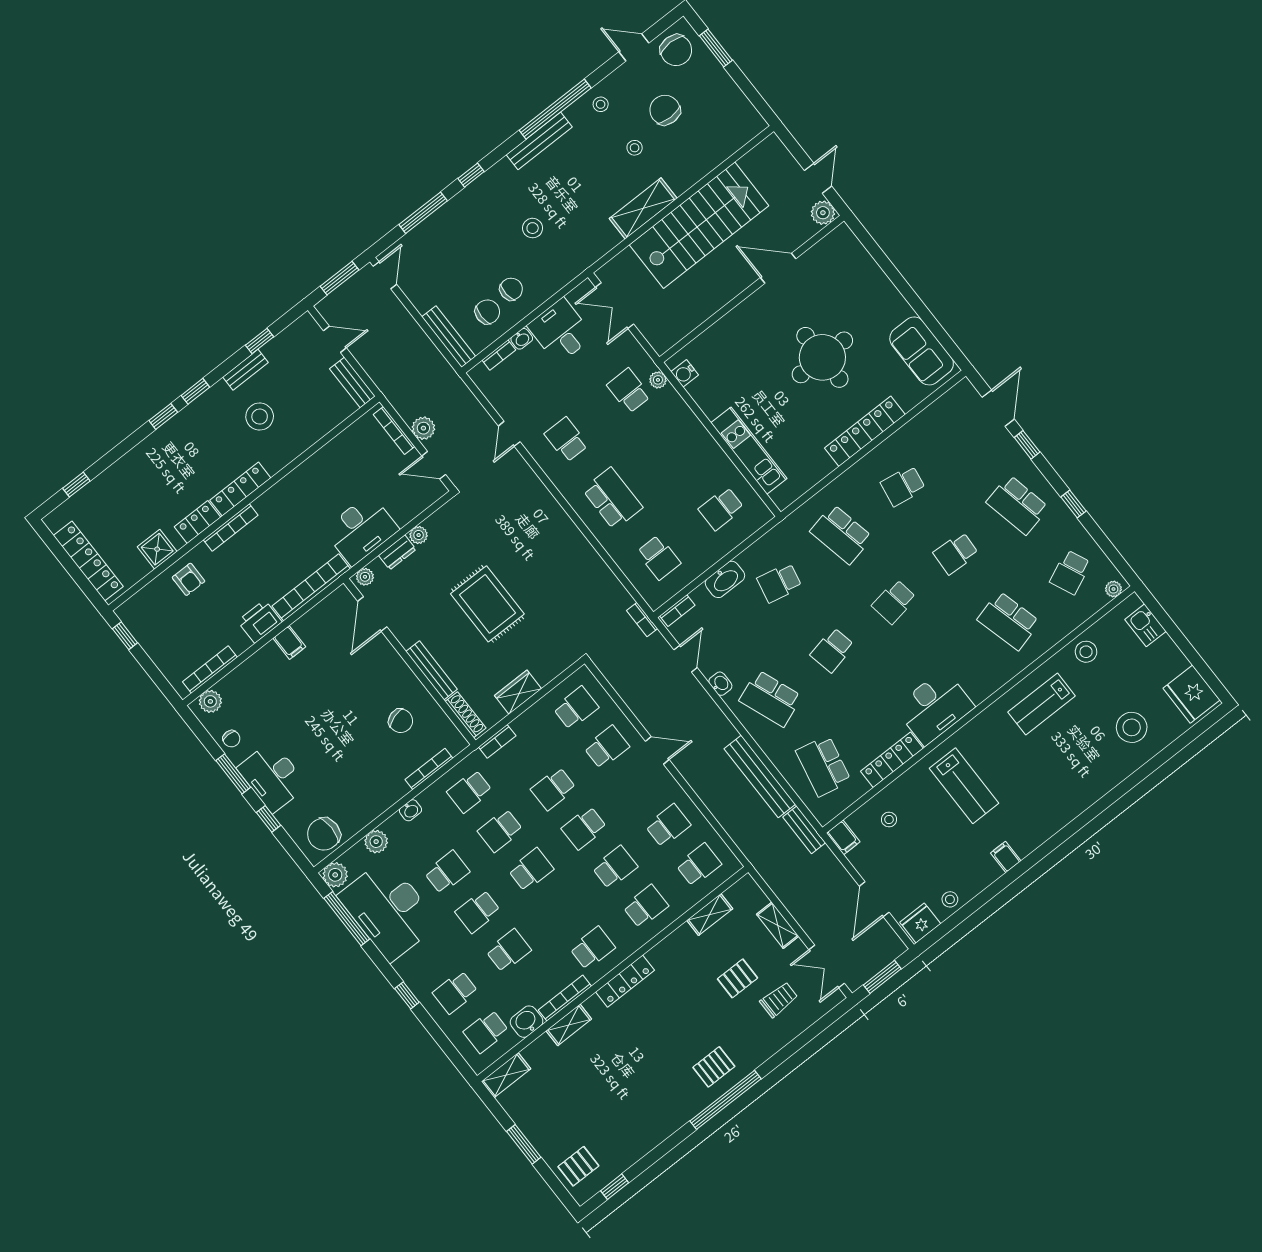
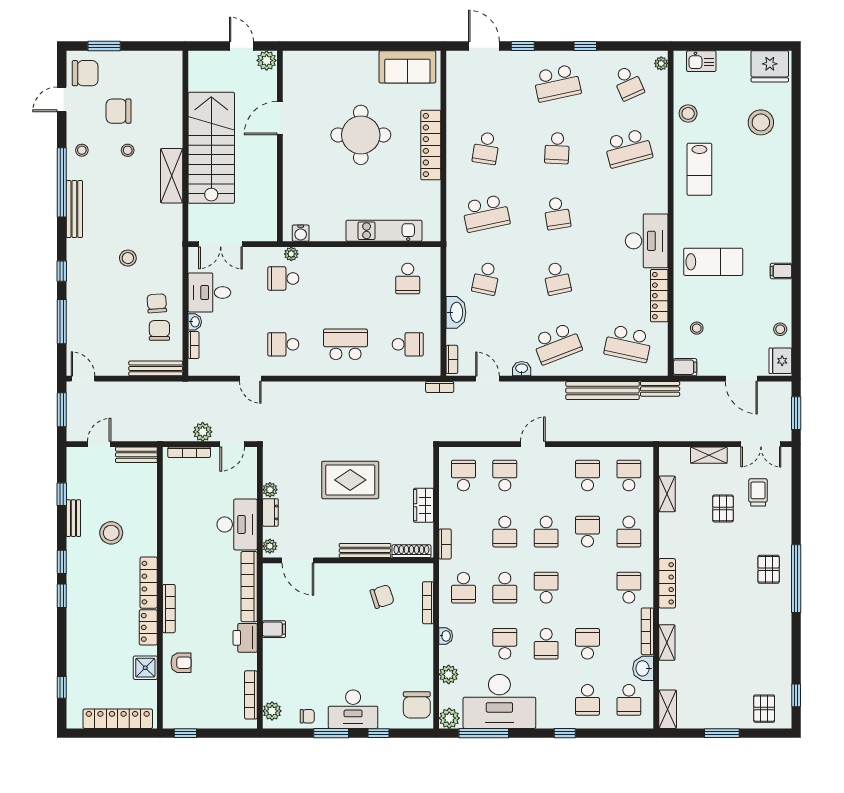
school desk: (646, 906) -> (629, 532), turned 180

